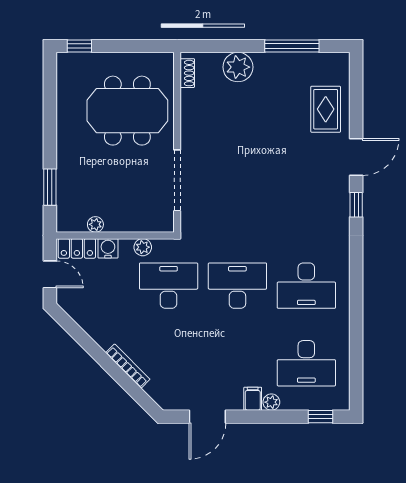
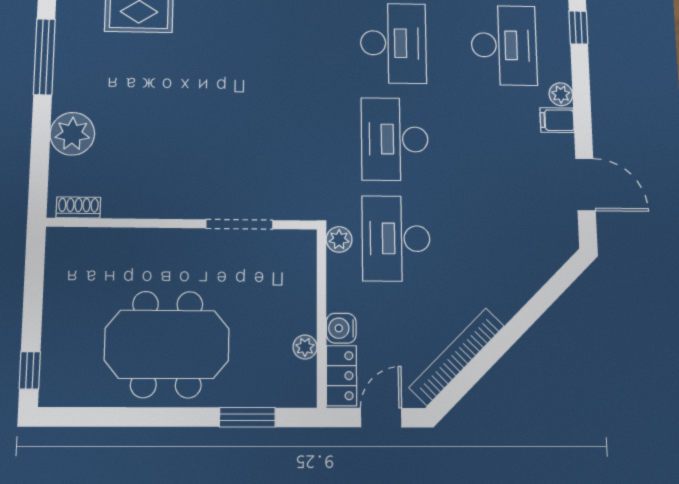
meeting table: (127, 111) -> (167, 344), moved, turned 90
doorway: (177, 180) -> (239, 224), width x0.73
plant: (143, 247) -> (339, 239), moved
bookcase: (128, 366) -> (457, 357), moved, width x1.48, depth x1.31

